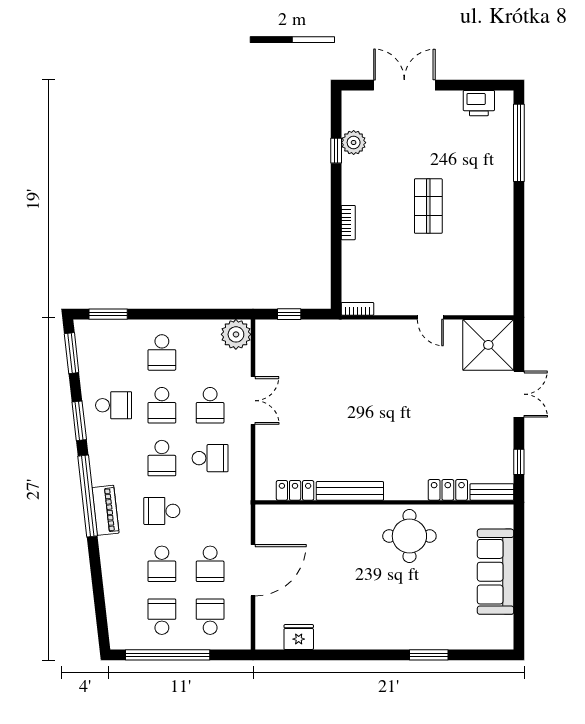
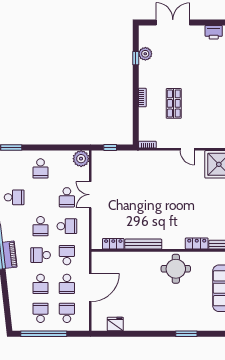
shop shelf: (428, 206) -> (174, 103), moved
double door: (253, 401) -> (90, 195), swing flipped
school desk: (162, 405) -> (67, 255), moved, turned 180

